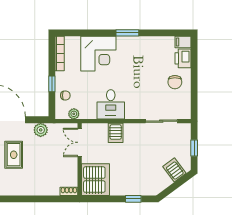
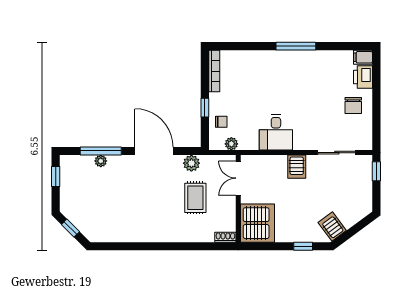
window: (127, 33) -> (296, 46), width x1.44
corner desk: (98, 54) -> (261, 71), removed
server rack: (116, 133) -> (297, 167), moved
window: (194, 148) -> (376, 171), moved
rug: (14, 155) -> (195, 198), moved
server rack: (174, 170) -> (332, 226), moved

